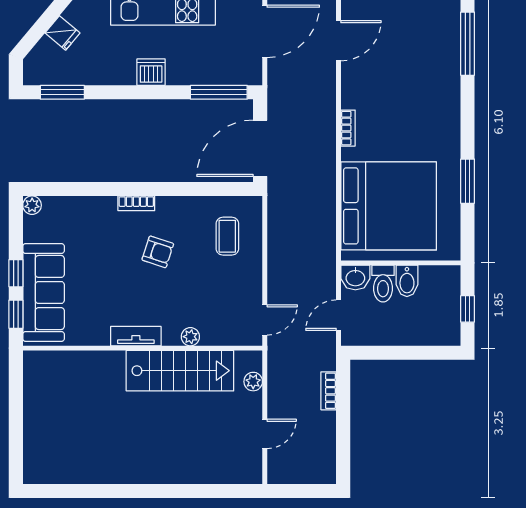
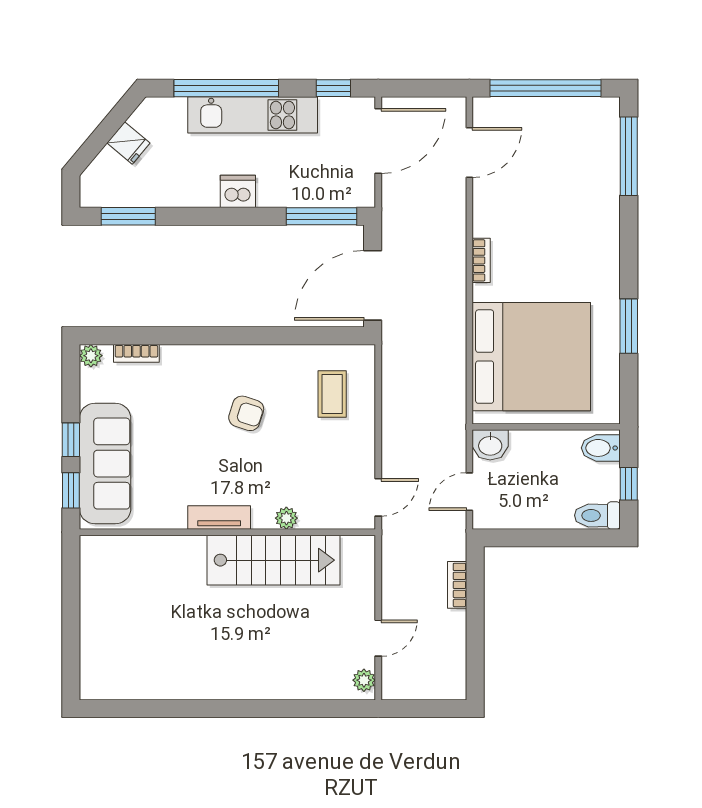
bookcase: (136, 203) -> (136, 353), moved
bidet: (407, 281) -> (601, 448), moved, turned 90
toilet: (383, 284) -> (597, 515), moved, turned 90
plant: (253, 382) -> (364, 680), moved

